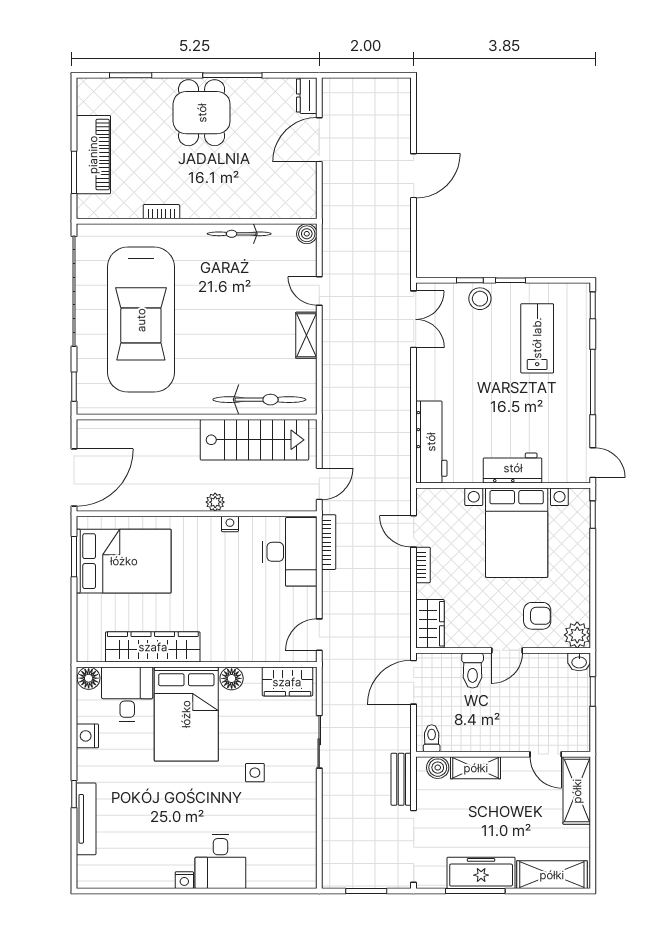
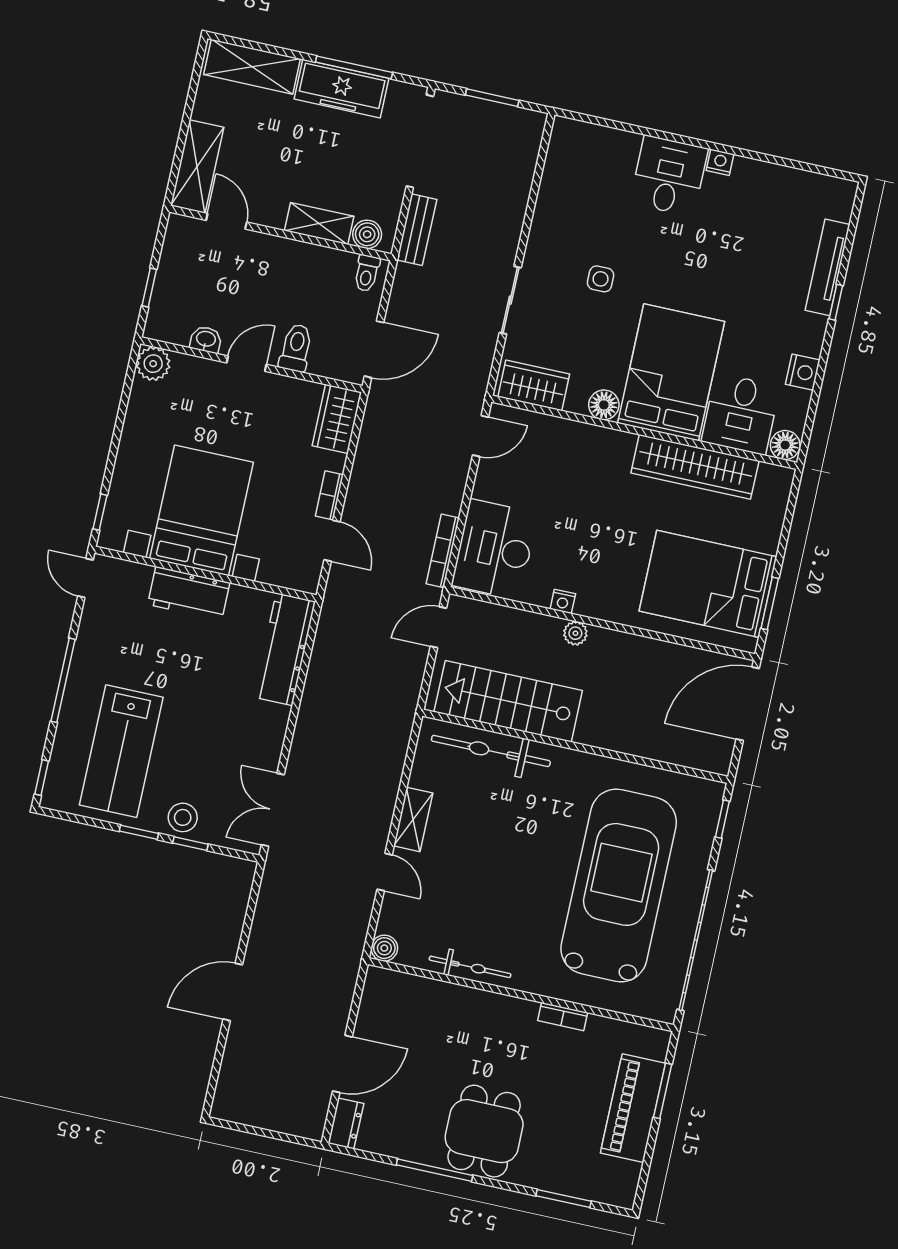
lab bench: (537, 338) -> (121, 751), width x1.36, depth x1.39
armchair: (537, 616) -> (199, 399), removed
washbasin: (579, 662) -> (206, 339), moved

